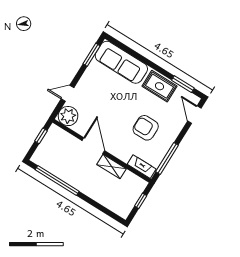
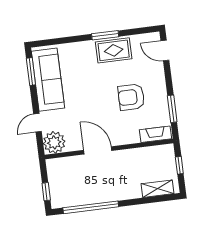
sofa: (121, 62) -> (48, 80), moved, turned -90
window: (183, 84) -> (105, 35), moved
window: (41, 136) -> (46, 192), moved
window: (167, 158) -> (172, 109), width x0.69
shelving: (112, 167) -> (157, 189), moved

